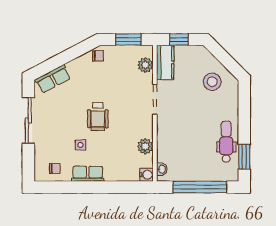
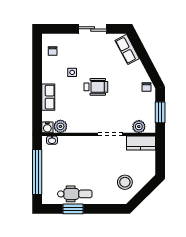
window: (179, 39) -> (160, 155), removed
wheelchair: (98, 117) -> (96, 87), turned 180
sliding door: (28, 120) -> (93, 29), width x0.73
plant: (145, 146) -> (60, 126), moved
window: (244, 157) -> (73, 209), moved
row of seats: (88, 174) -> (48, 97), moved

